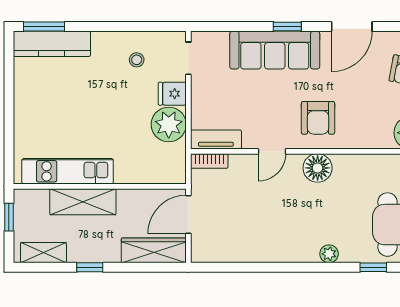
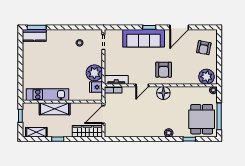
kitchen counter: (52, 44) -> (34, 35), width x0.67
fridge: (172, 94) -> (96, 87), moved

